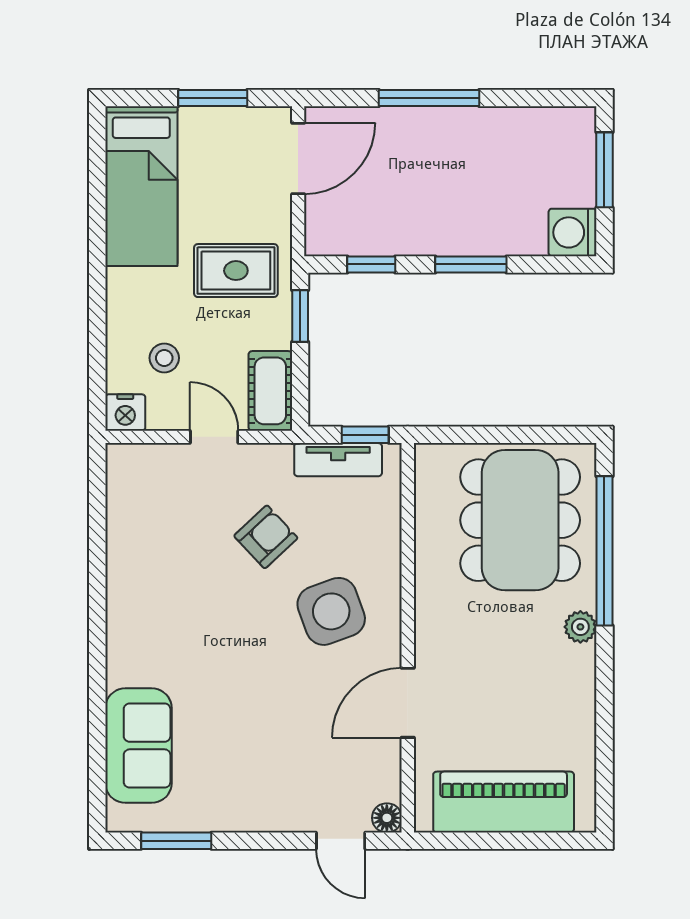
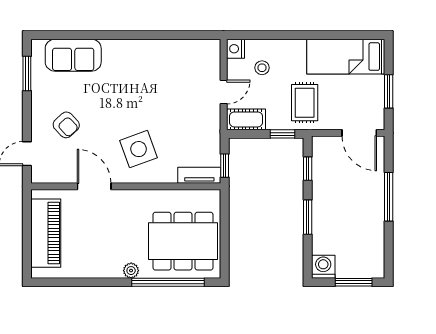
tv unit: (338, 460) -> (199, 175), moved, turned 90
armchair: (266, 537) -> (66, 125), moved
floor lamp: (387, 818) -> (38, 176), removed

